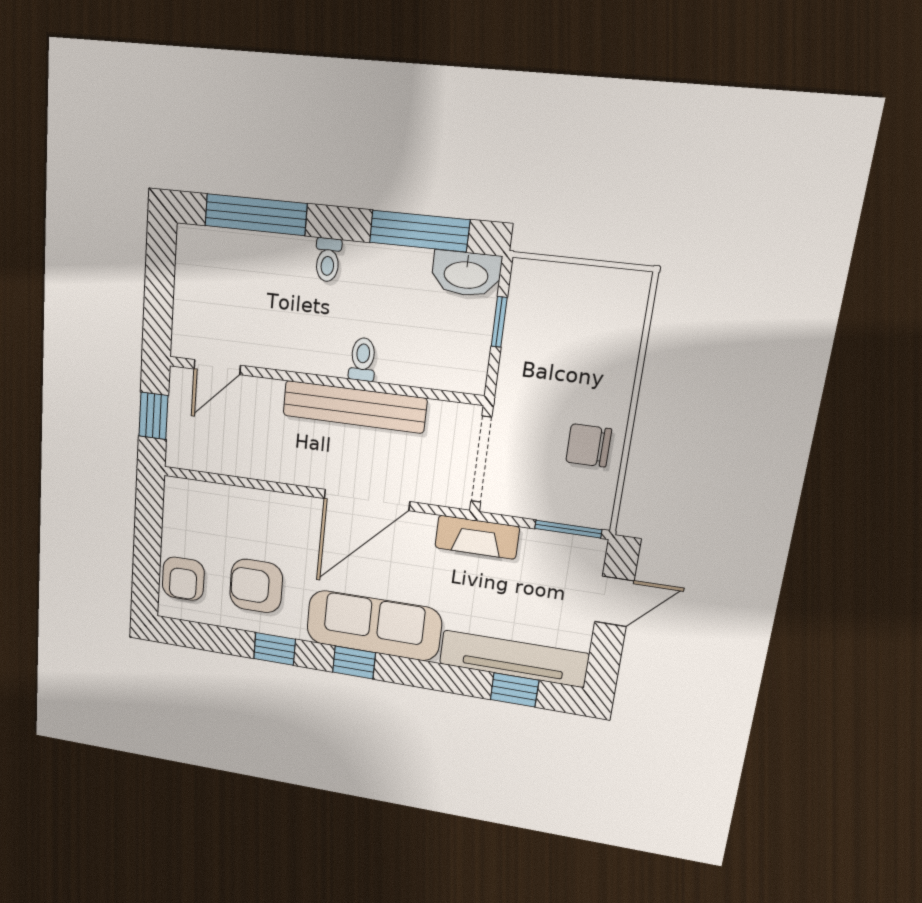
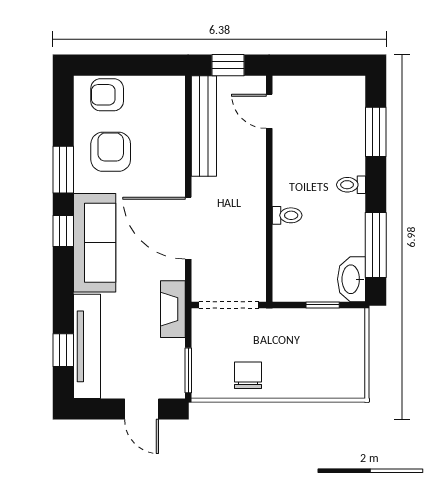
window: (256, 215) -> (376, 132), width x0.69
bench: (354, 407) -> (204, 126), moved
window: (275, 649) -> (63, 170), width x1.50

